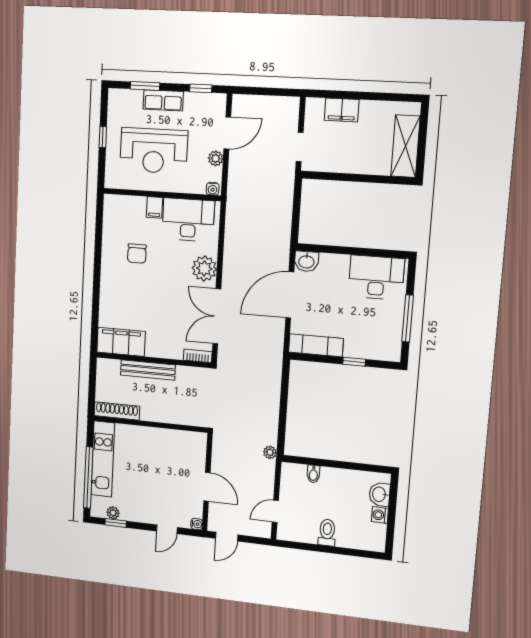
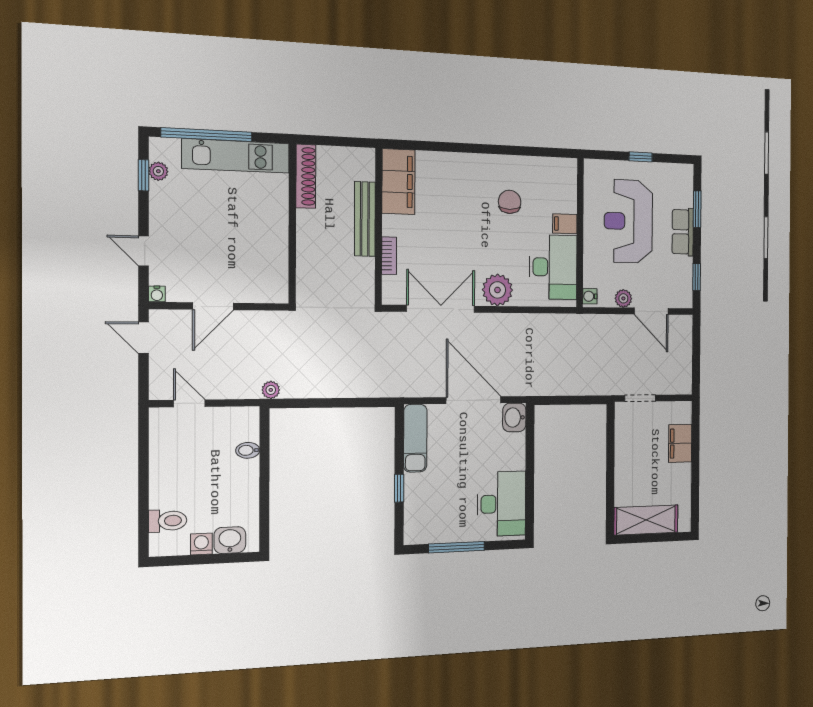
chair: (137, 254) -> (510, 202), turned 90
bookcase: (198, 356) -> (389, 256), moved
toilet: (327, 532) -> (168, 521), moved

